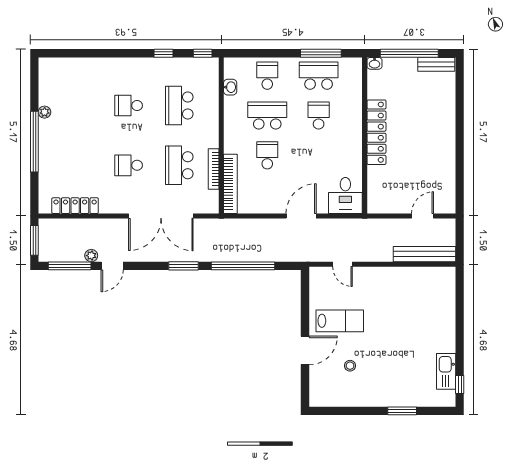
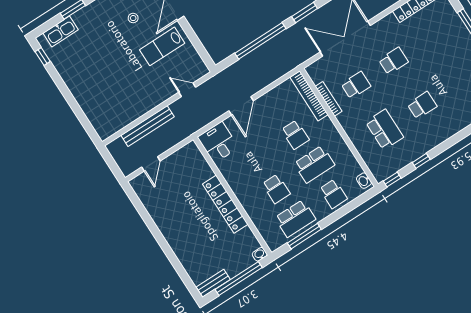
washbasin: (230, 87) -> (364, 181), moved
school desk: (179, 165) -> (356, 85), width x0.54
bench: (425, 254) -> (148, 126), moved
kitchen sink: (446, 371) -> (61, 31), moved, turned 90

